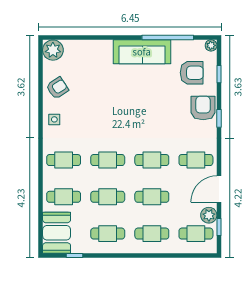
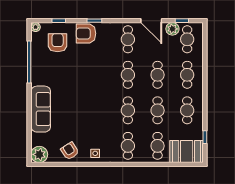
sofa: (142, 52) -> (41, 109), moved

